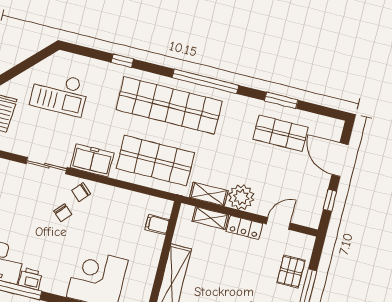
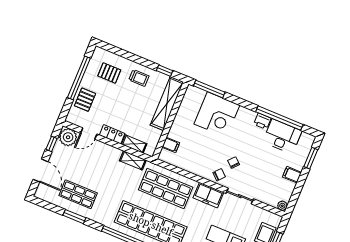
plant: (241, 197) -> (68, 137), moved

